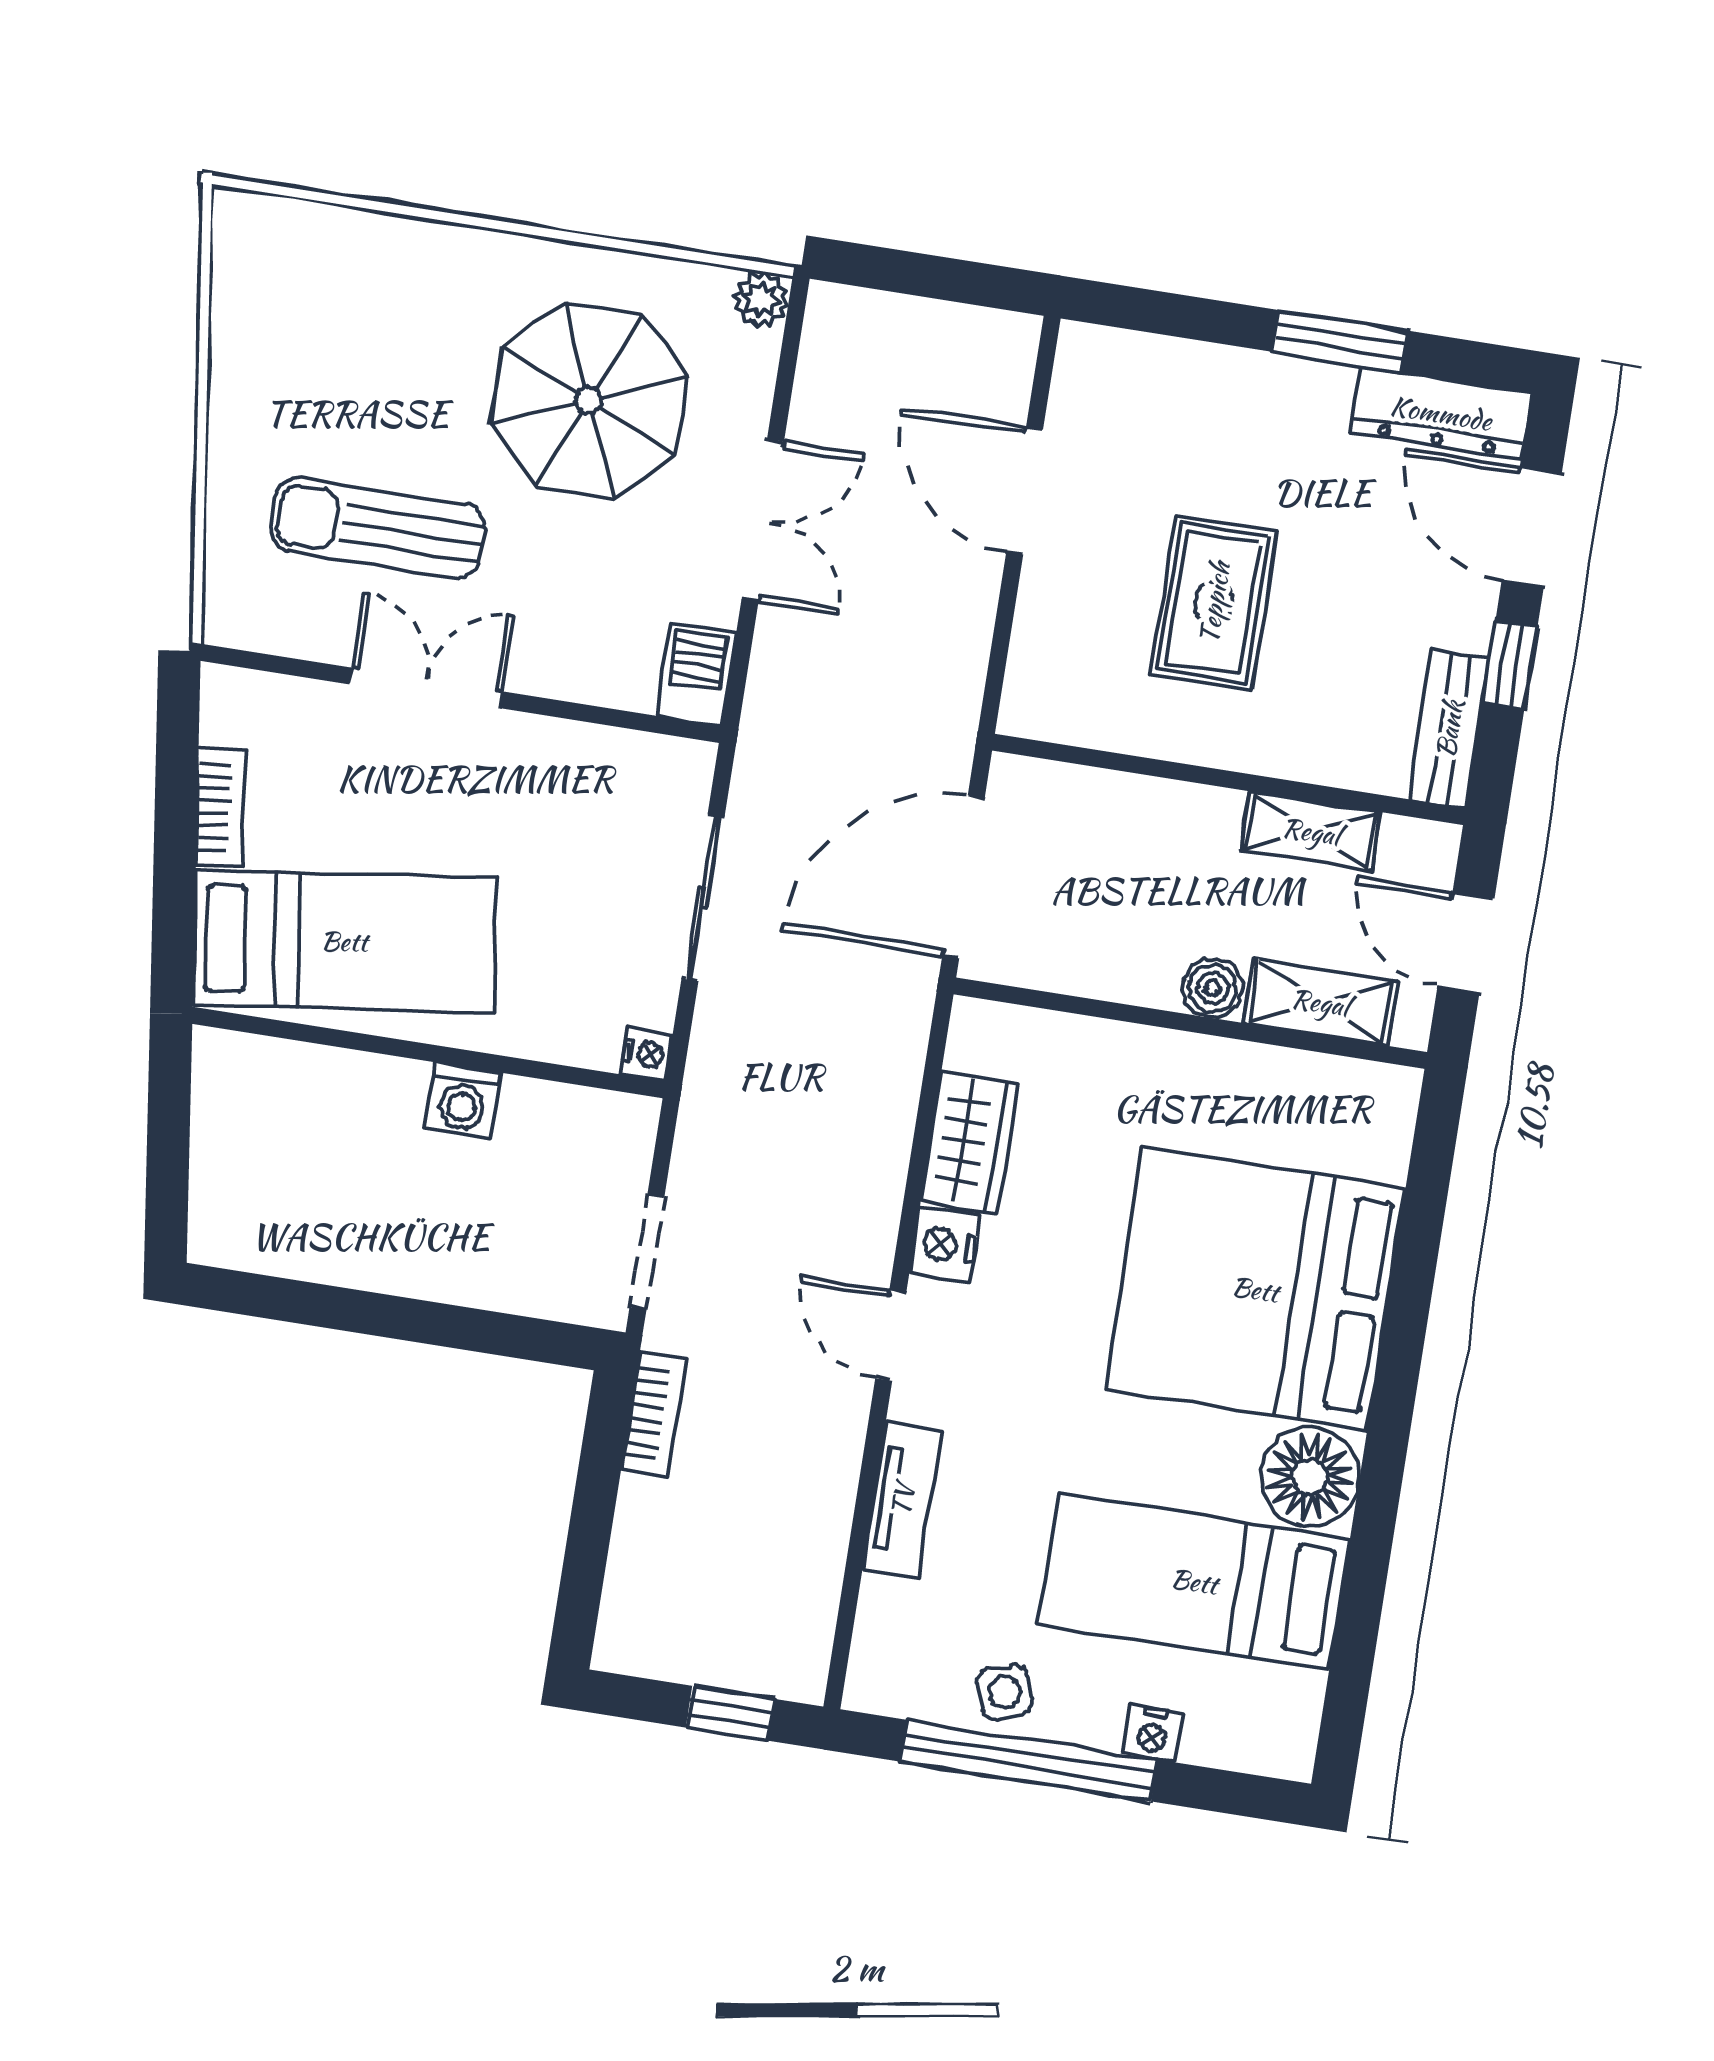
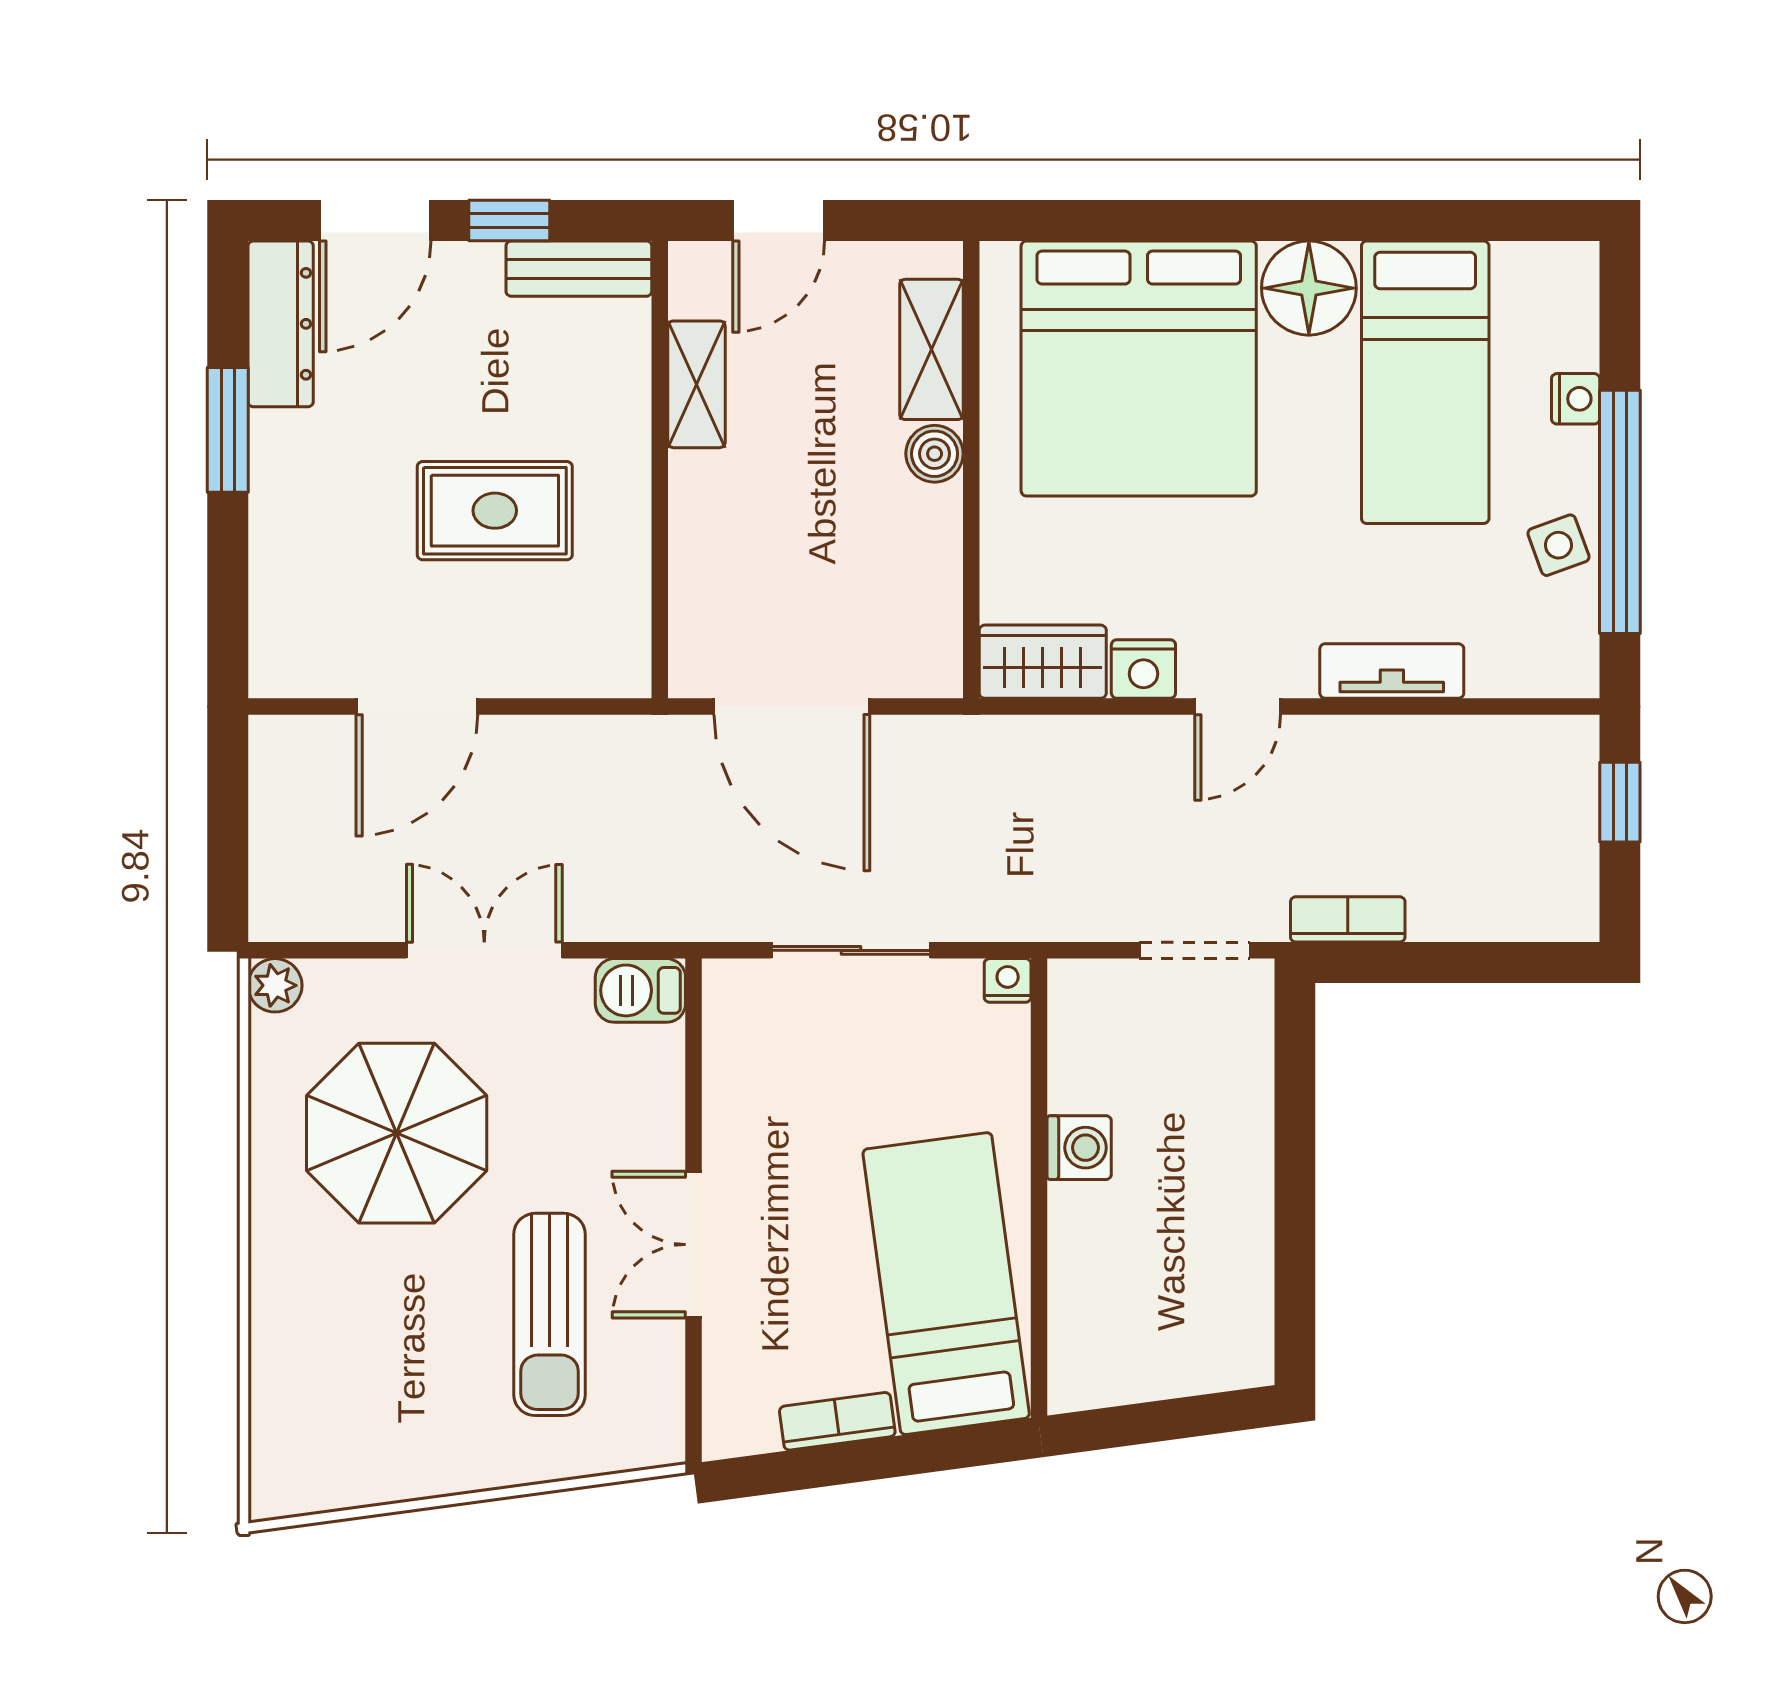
boiler: (1213, 988) -> (935, 454), moved
shelving: (1320, 1002) -> (931, 349), moved
wall: (1190, 1023) -> (971, 470), moved

